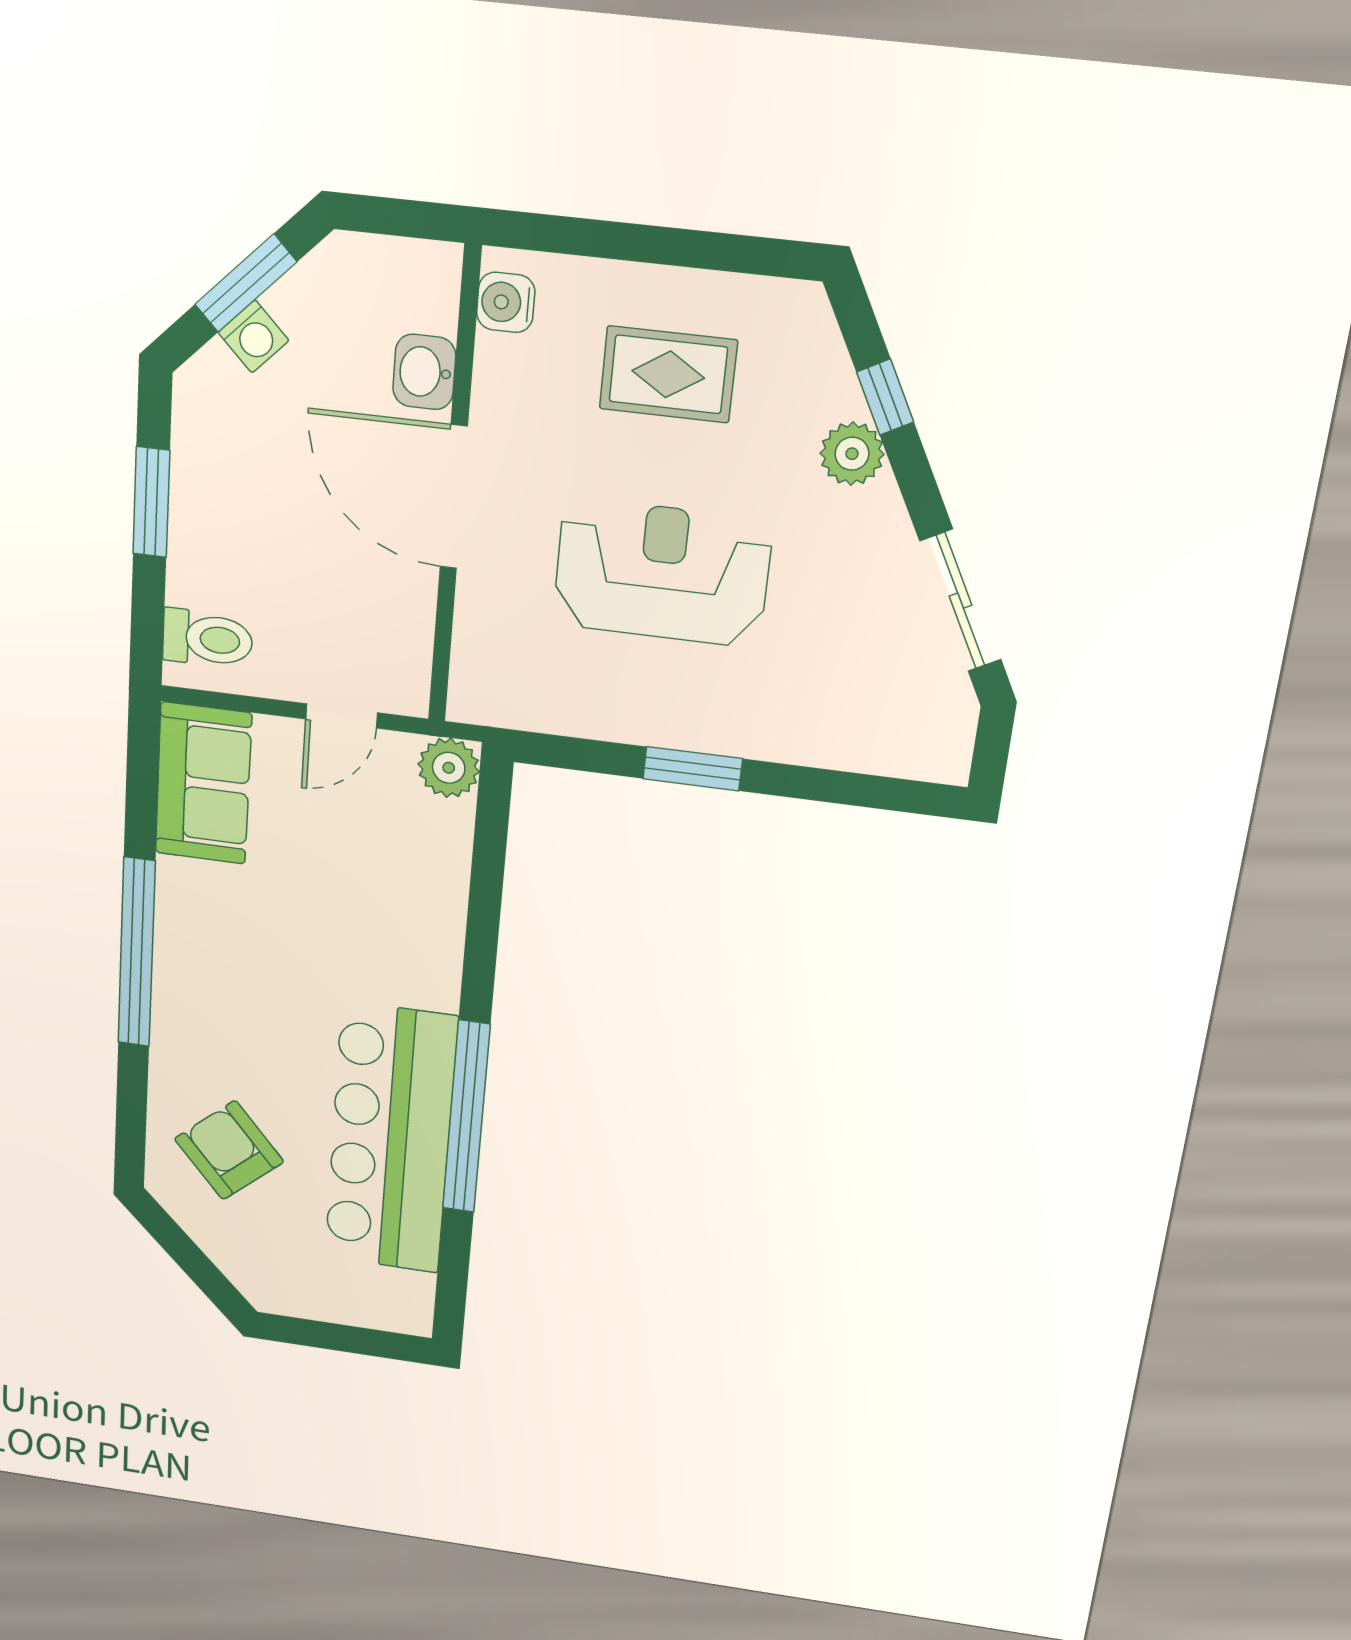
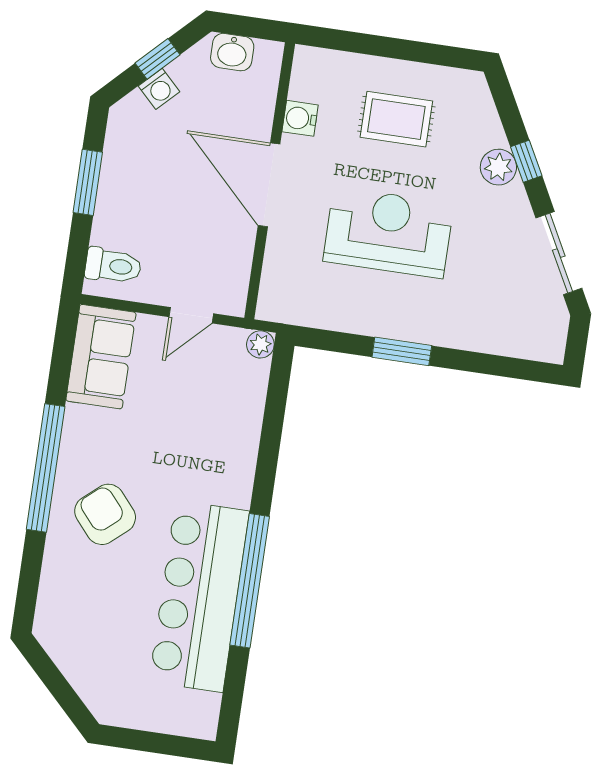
window: (246, 283) -> (157, 59), width x0.67
water cooler: (506, 302) -> (300, 118), moved
washbasin: (424, 372) -> (232, 52), moved, turned -90
window: (885, 397) -> (526, 161), moved
plant: (449, 768) -> (260, 344), width x0.73, depth x0.73
armchair: (229, 1150) -> (105, 514), moved

